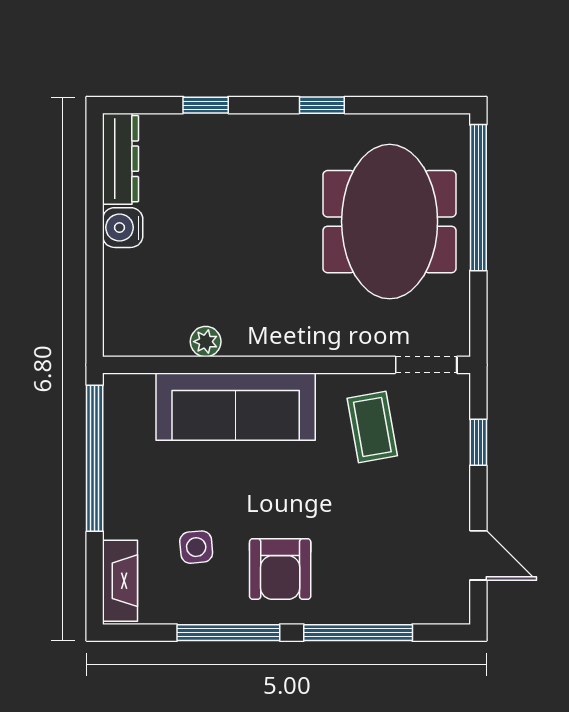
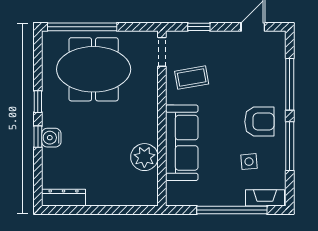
window: (206, 105) -> (38, 137), moved
water cooler: (123, 228) -> (51, 138), moved, turned 90
plant: (206, 342) -> (144, 157), width x1.88, depth x1.88
window: (95, 458) -> (232, 210), moved

